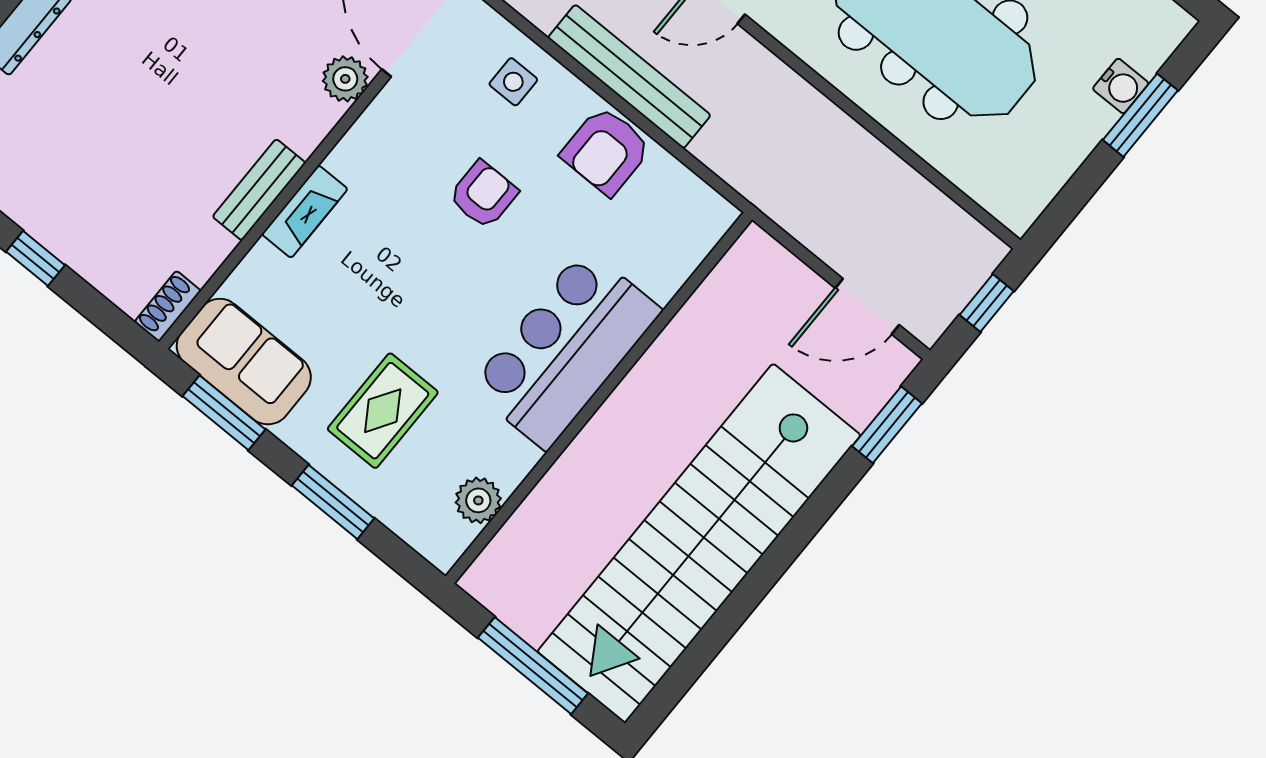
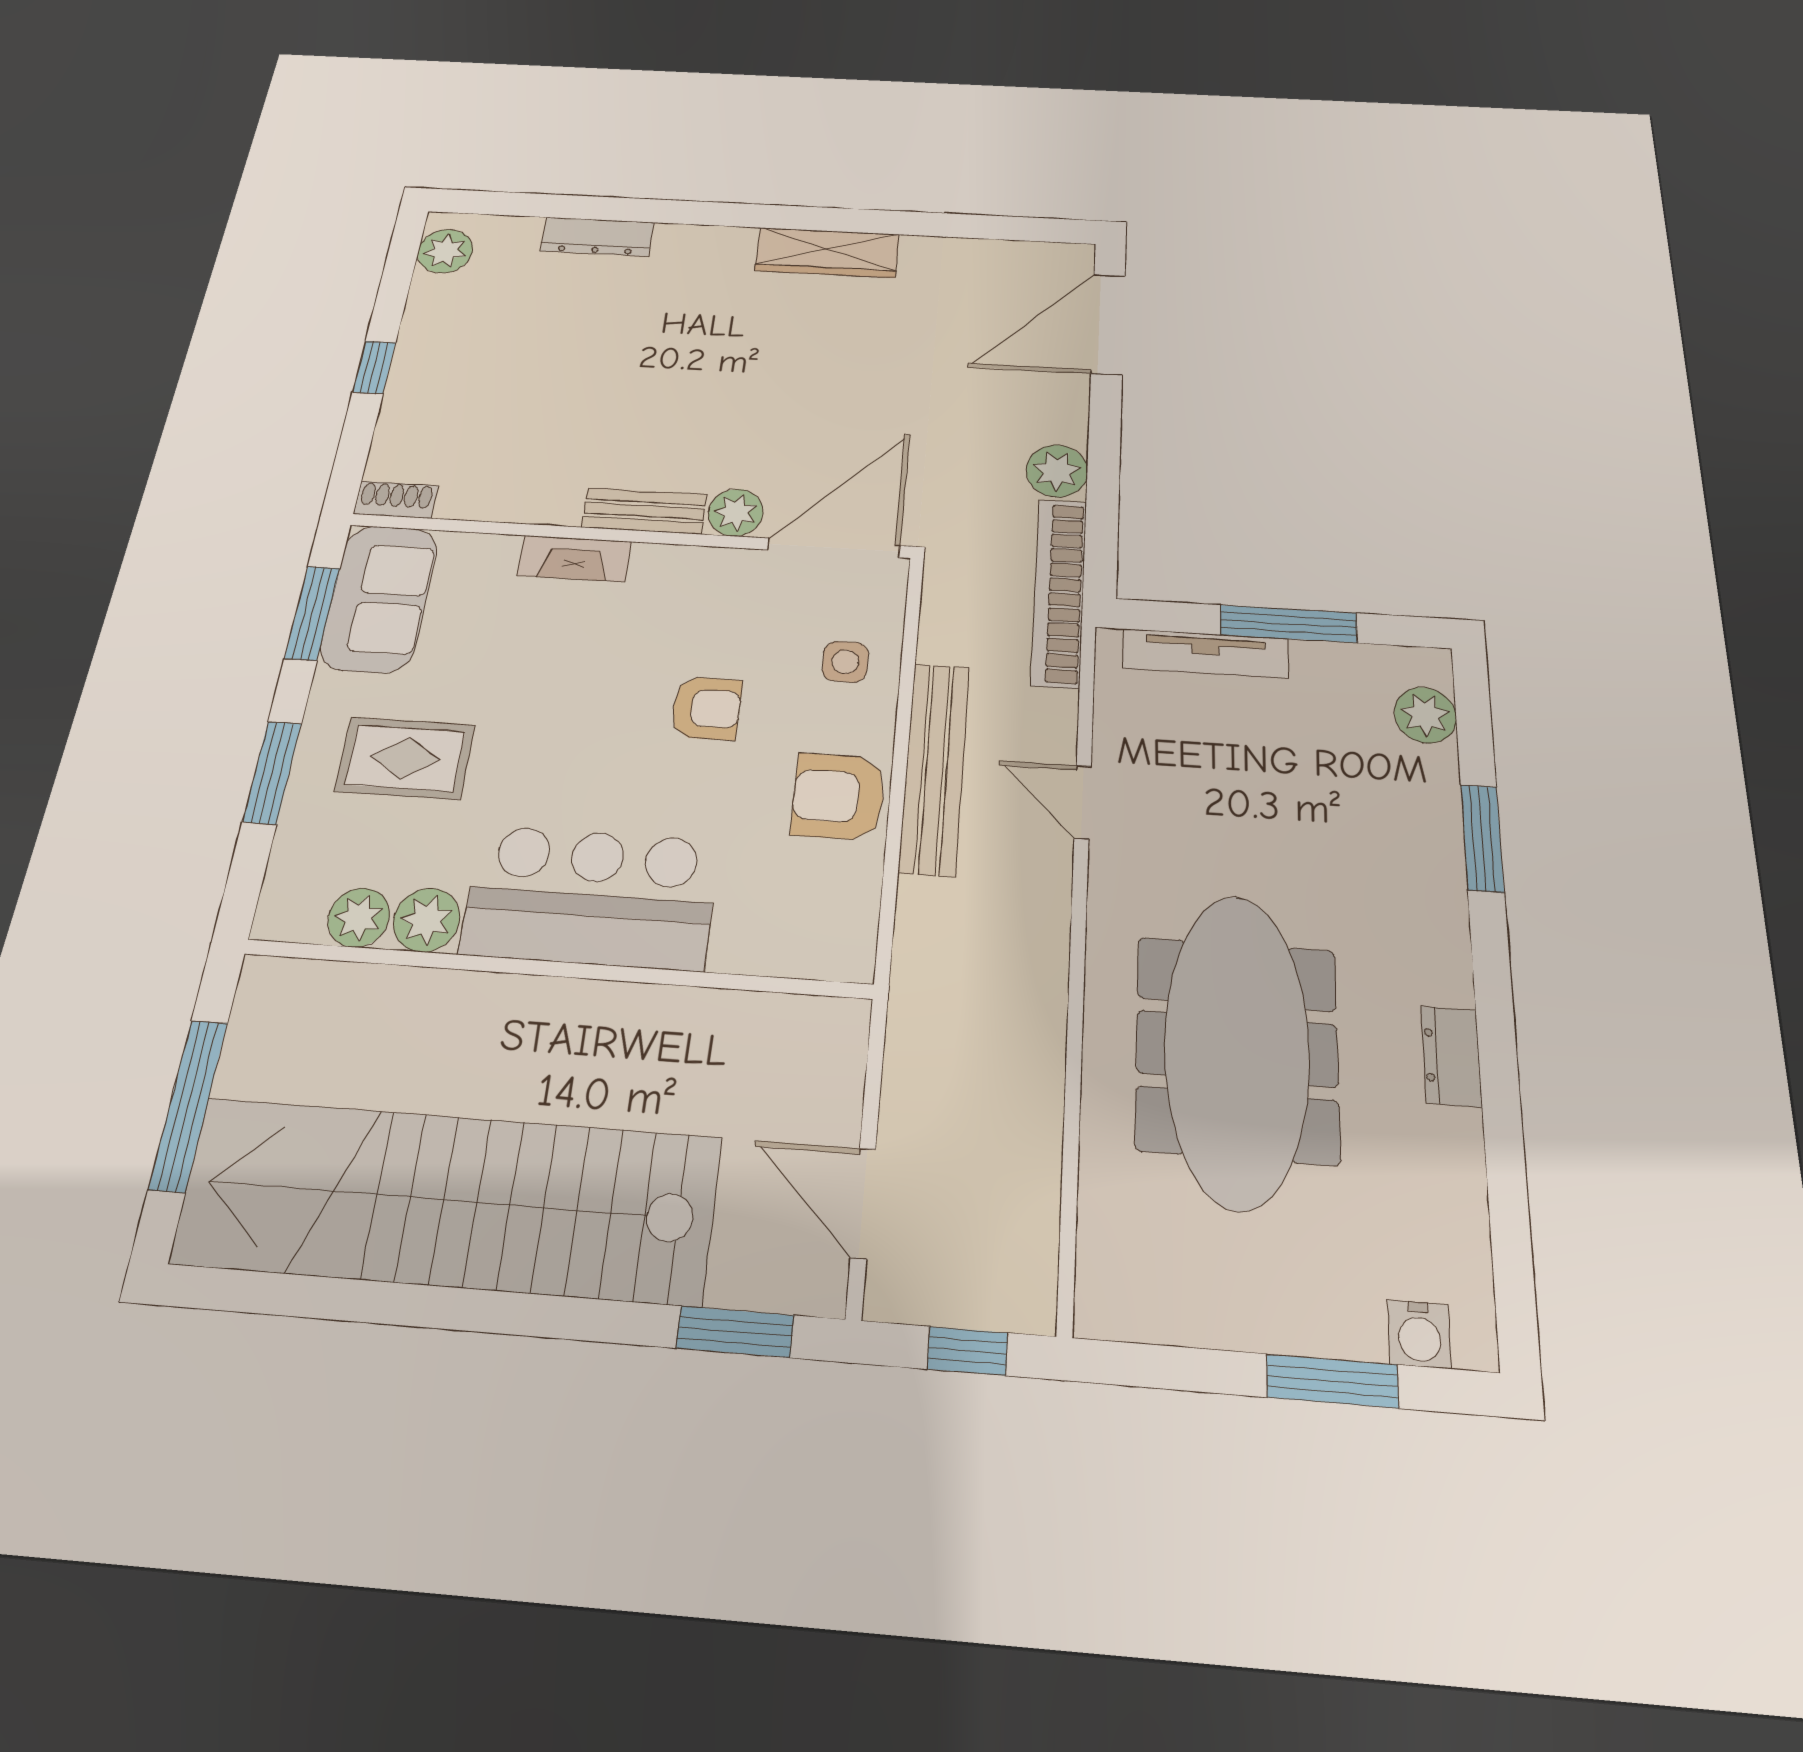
water cooler: (1121, 86) -> (1419, 1334), moved
bench: (259, 190) -> (644, 511), moved
plant: (509, 459) -> (426, 920), added

